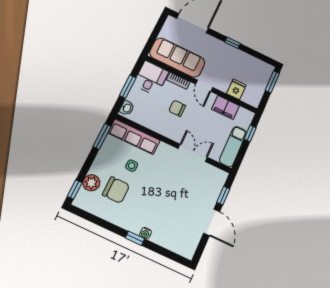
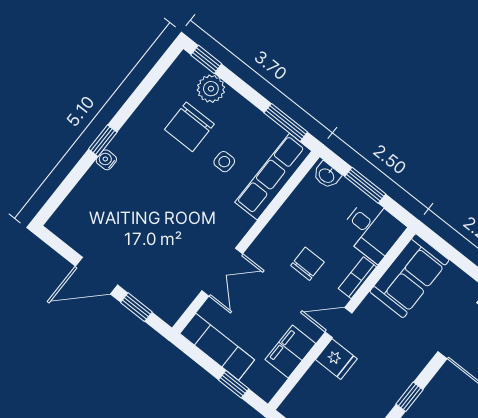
sofa: (177, 58) -> (409, 276), width x0.73
fridge: (236, 89) -> (336, 359), moved

